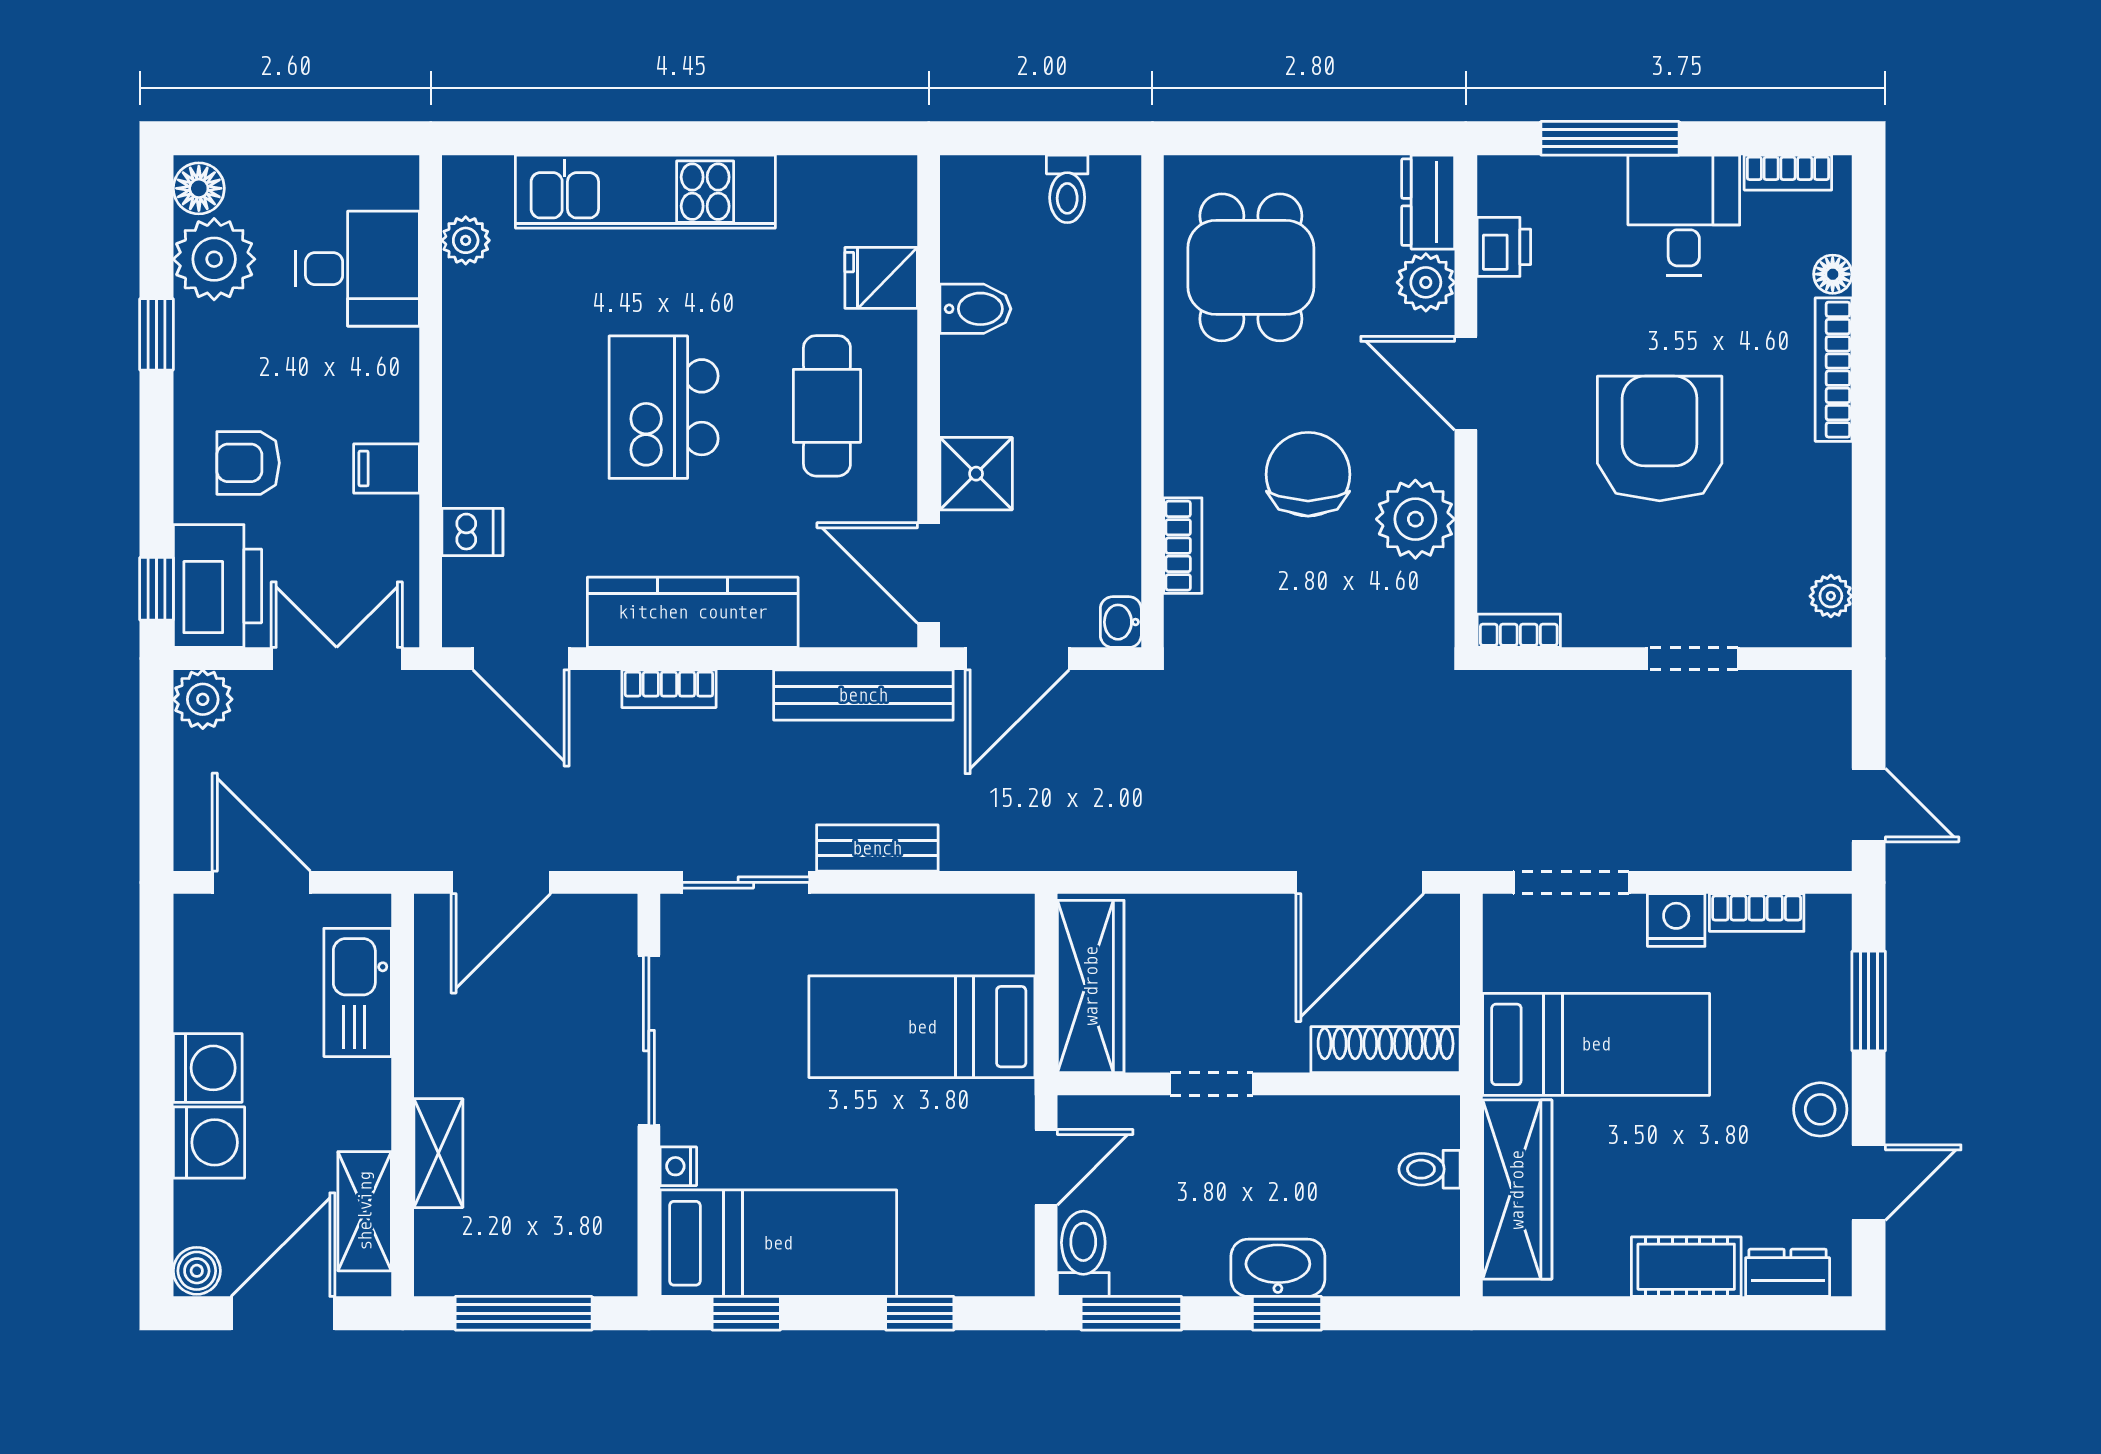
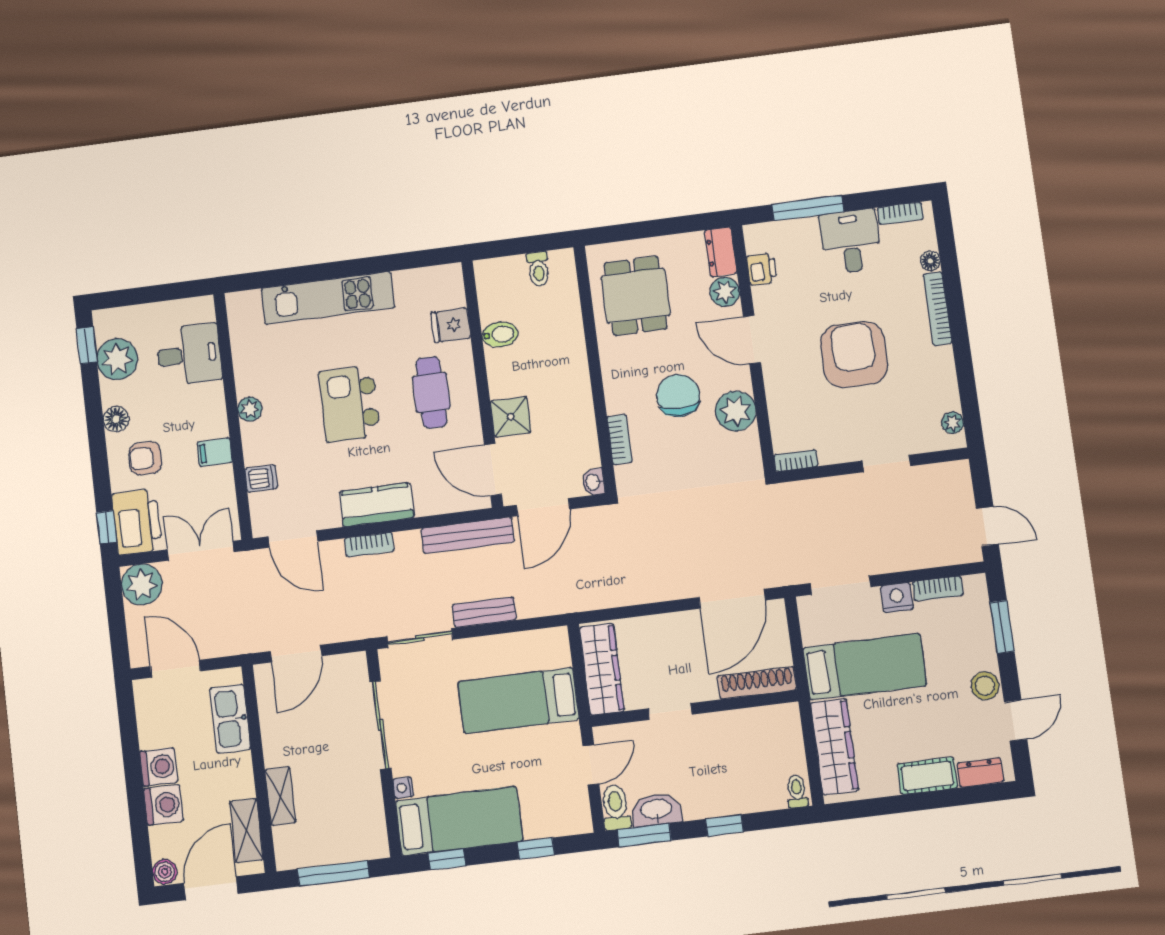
floor lamp: (199, 188) -> (116, 419), moved
plant: (466, 240) -> (250, 409), moved
window: (156, 334) -> (87, 345), moved
kitchen counter: (693, 612) -> (377, 505), width x0.67
plant: (203, 699) -> (142, 585), width x1.36, depth x1.36
toilet: (1430, 1169) -> (797, 791), moved, turned 90
washbasin: (1278, 1268) -> (656, 810), moved

